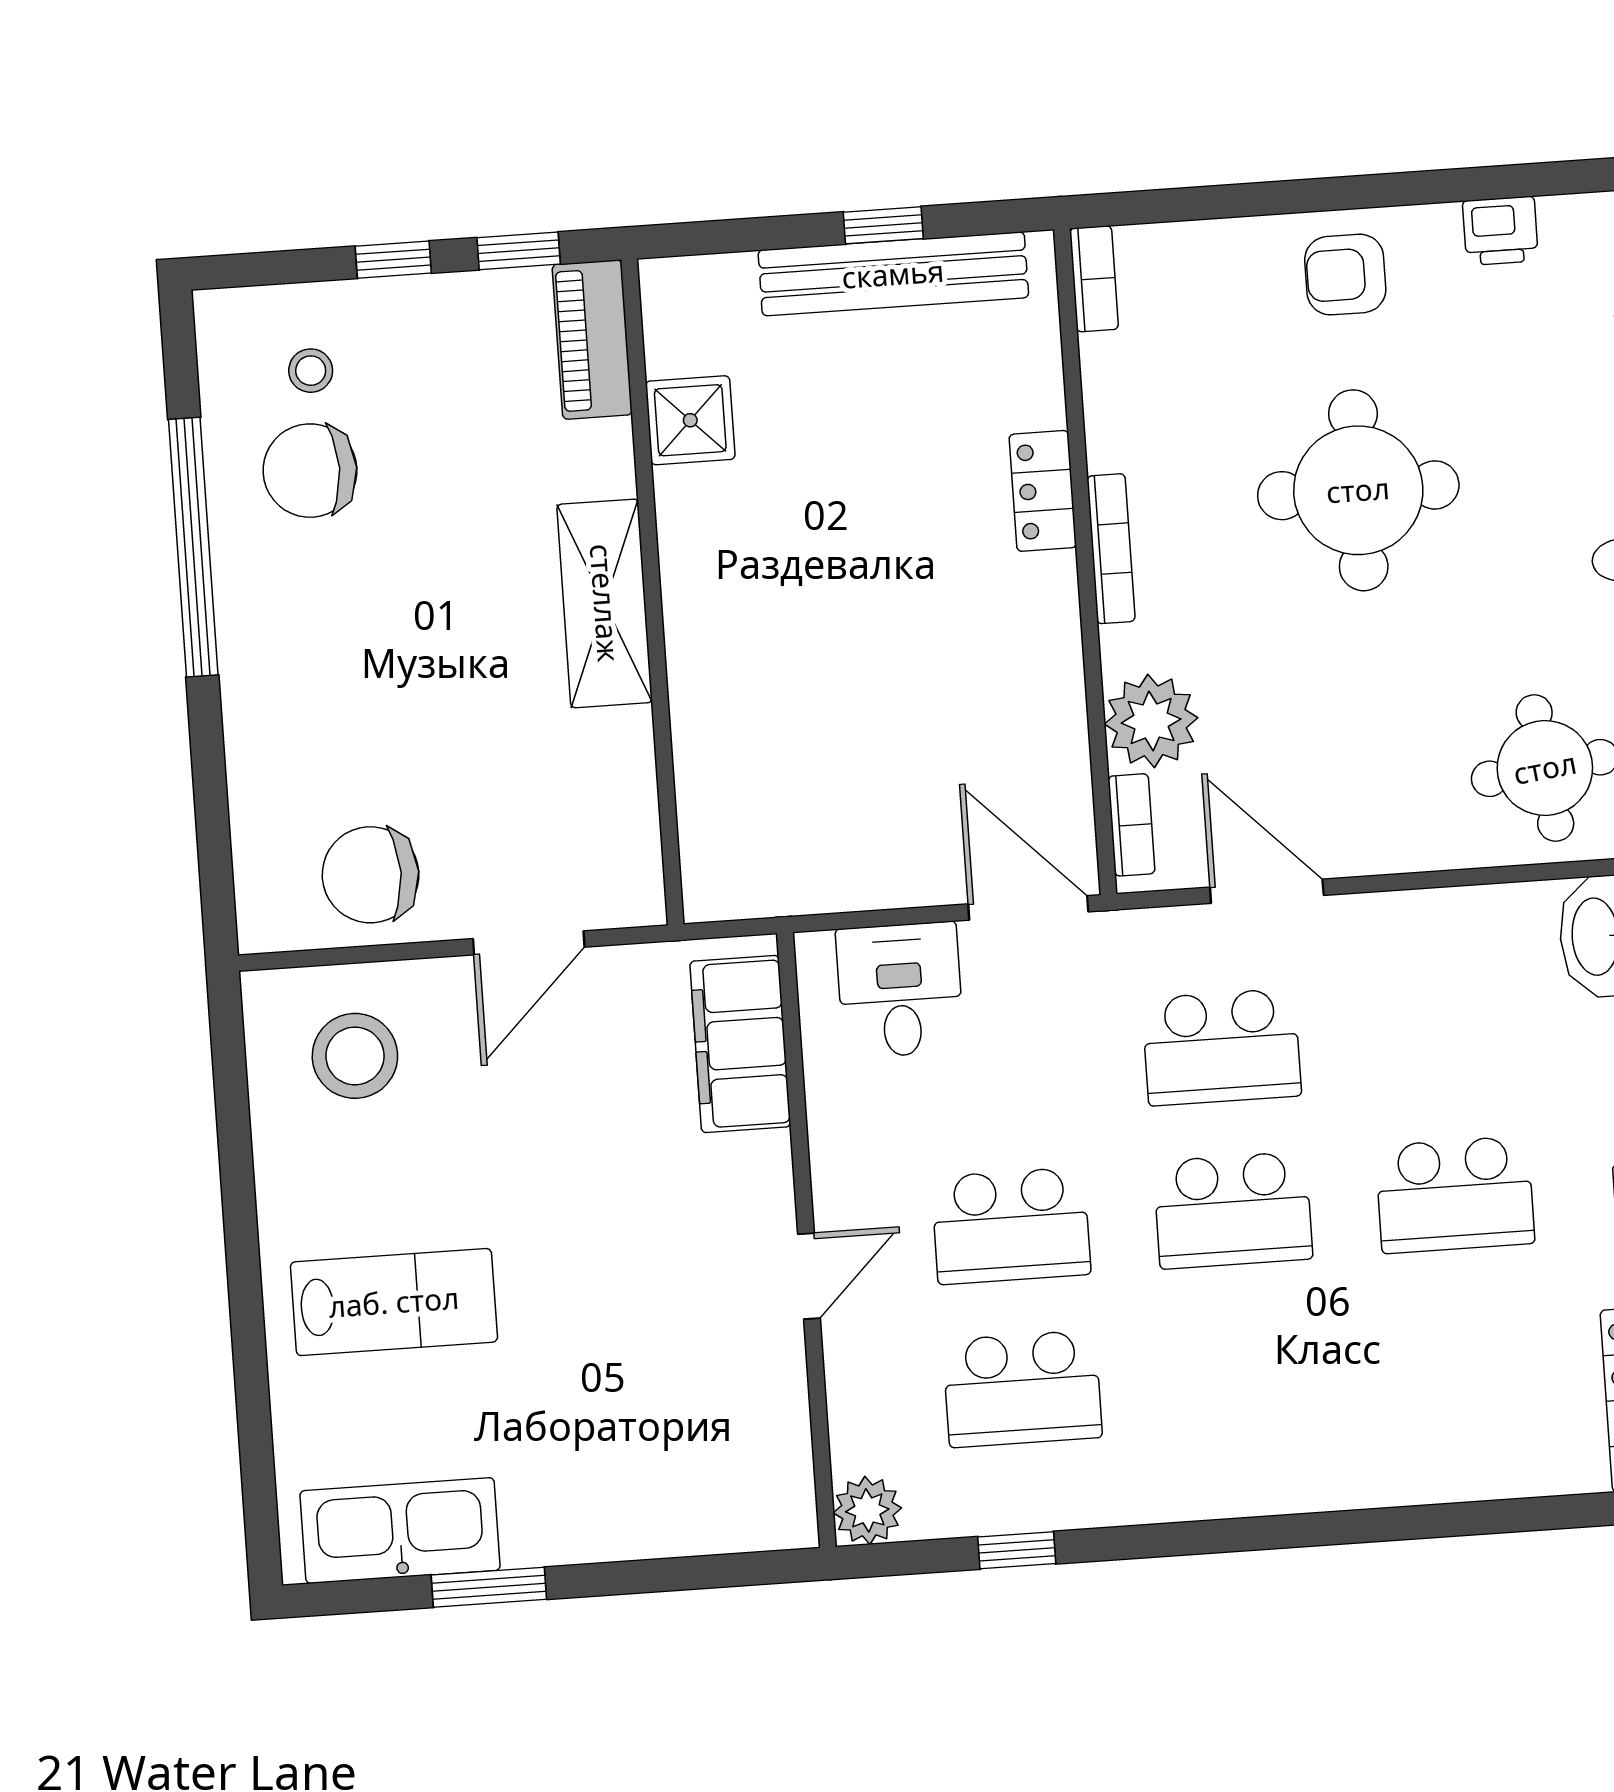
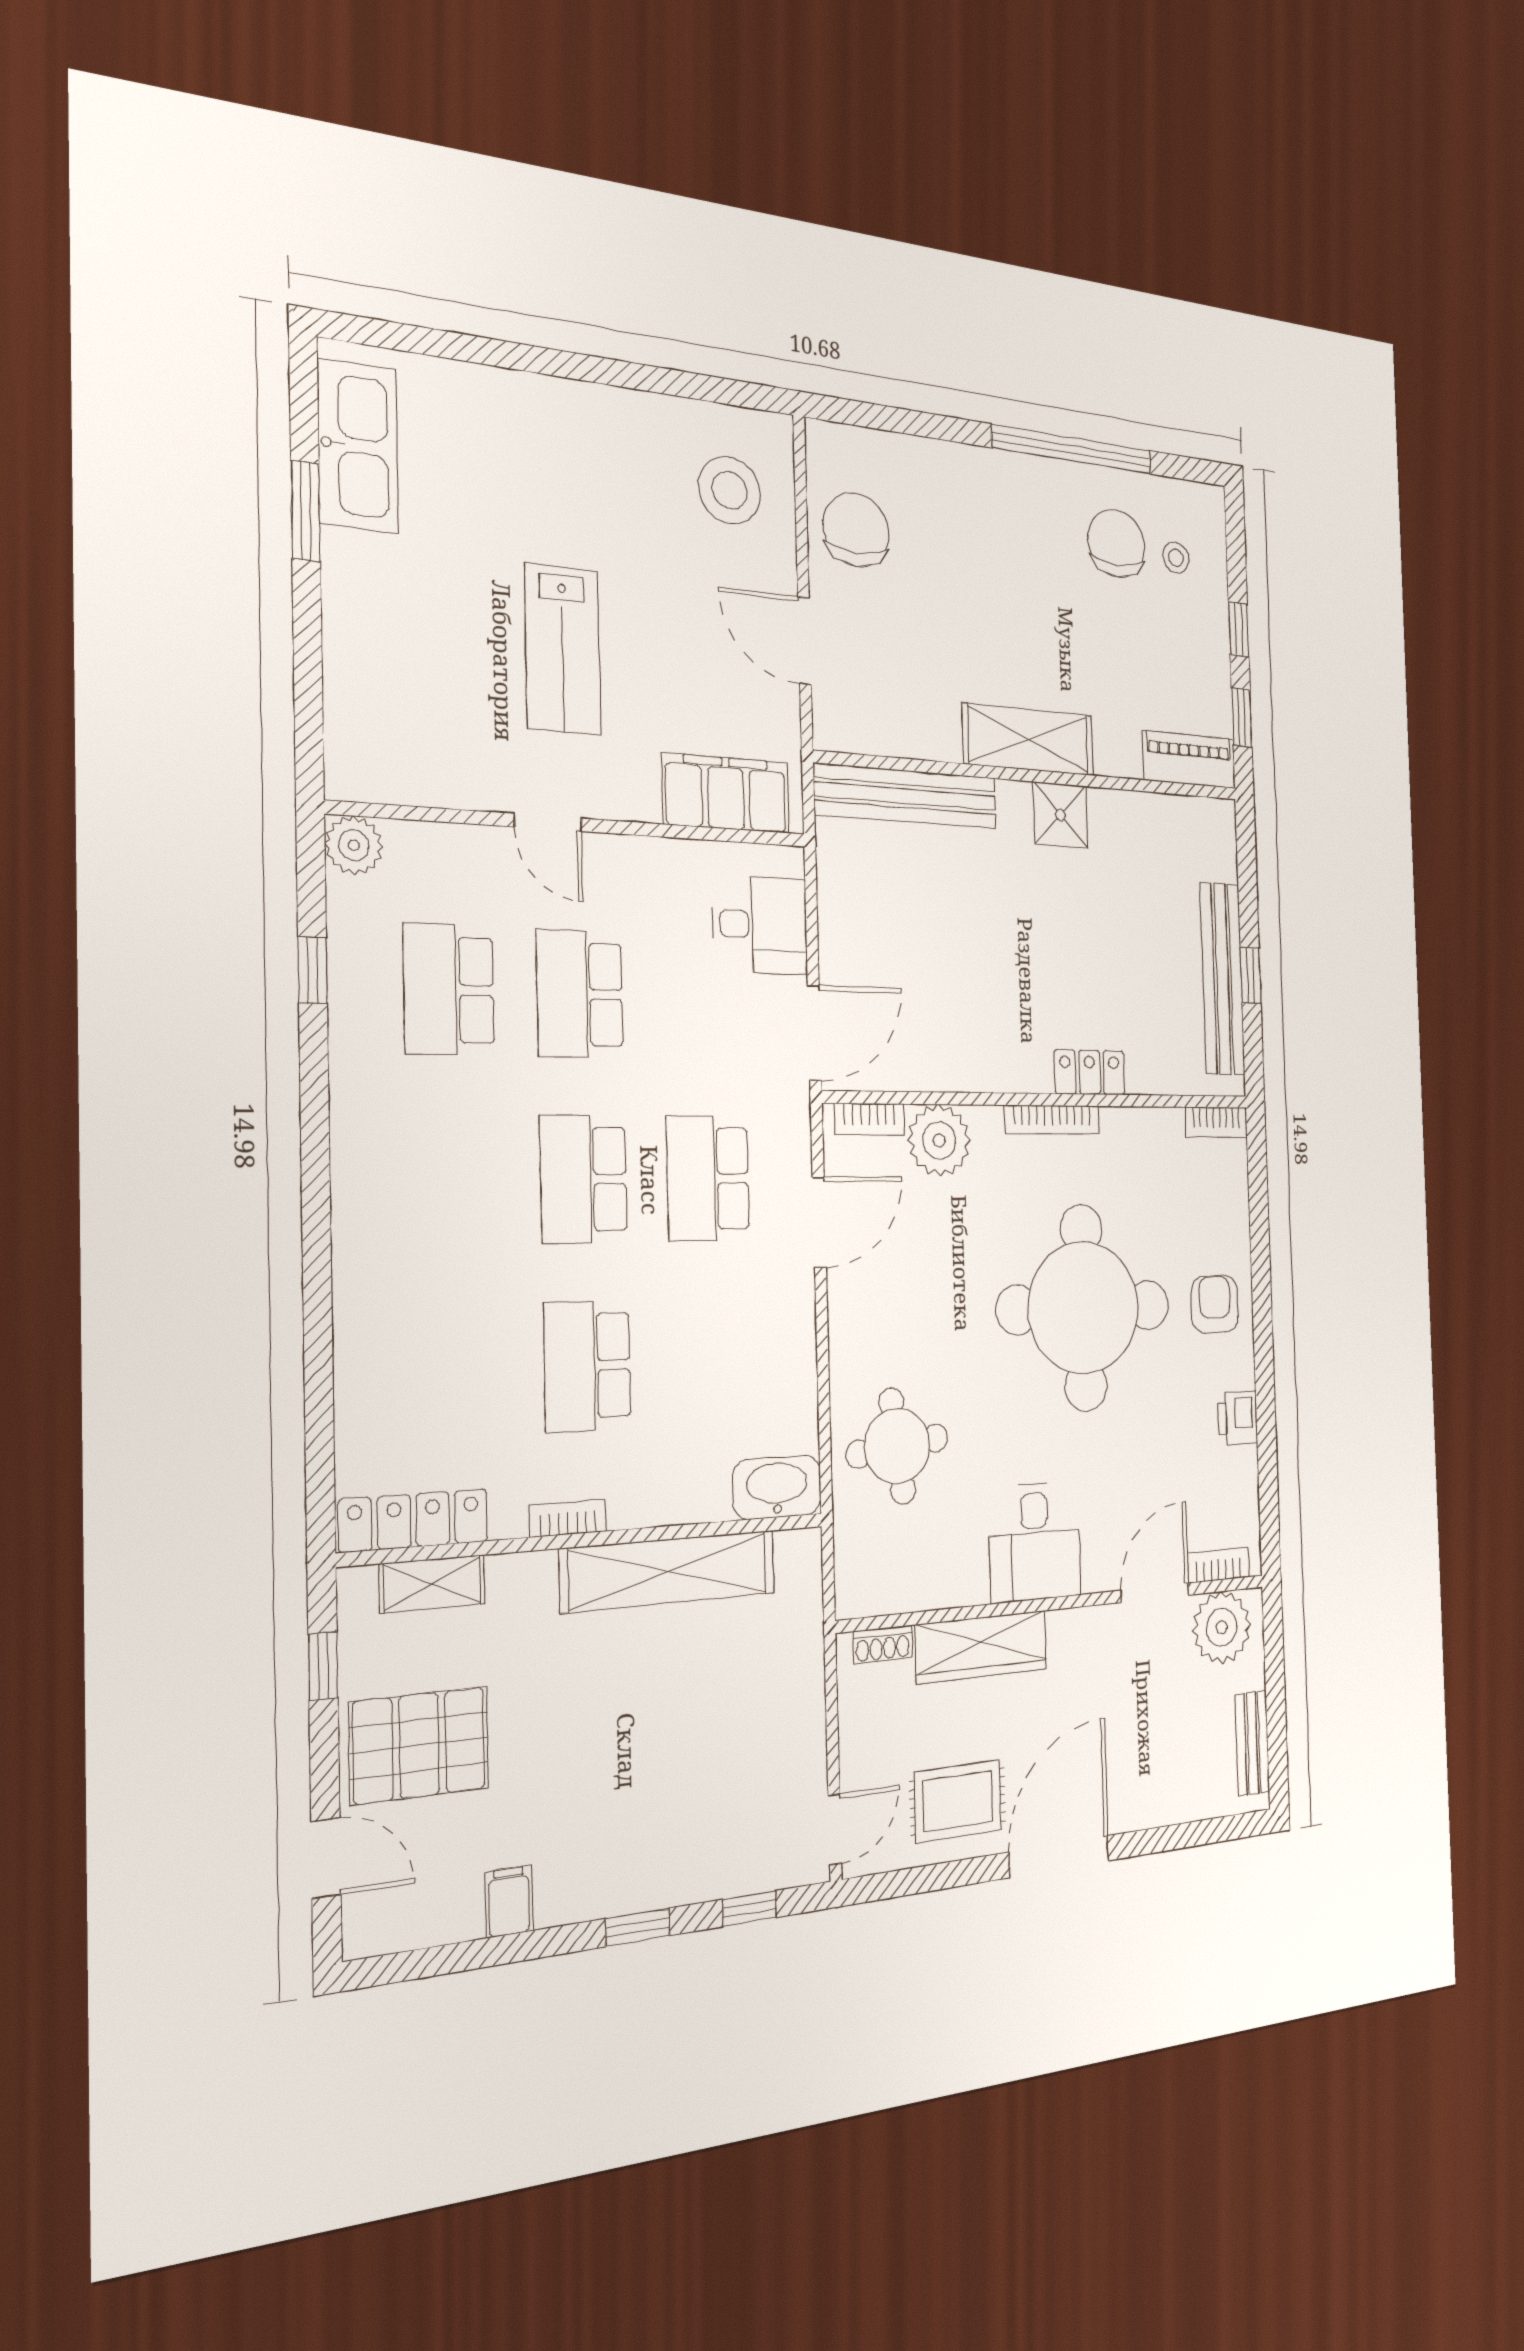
shower: (690, 420) -> (1061, 815), moved
round table: (1358, 490) -> (1084, 1308), width x1.36, depth x1.36
bench: (707, 787) -> (906, 796), added
lab bench: (394, 1302) -> (563, 649), moved

